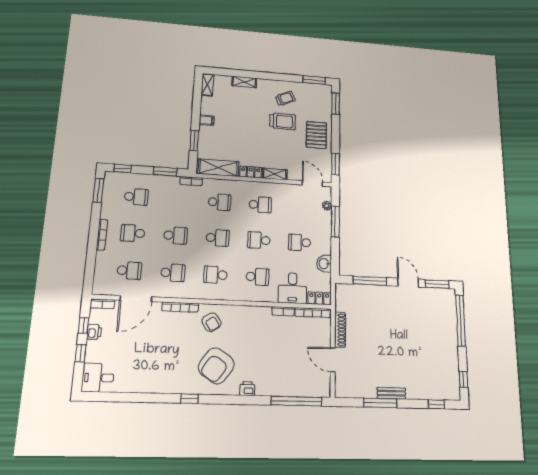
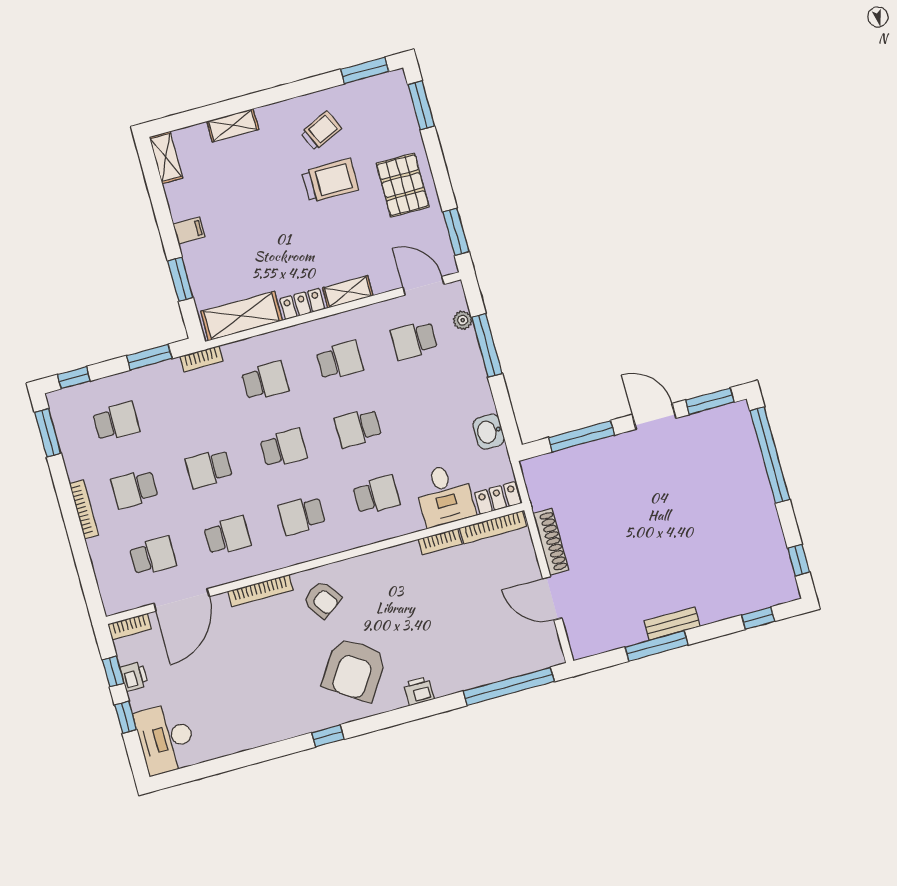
school desk: (176, 235) -> (209, 469), turned 180
school desk: (299, 242) -> (414, 340), moved
desk: (98, 378) -> (166, 739), width x1.37

